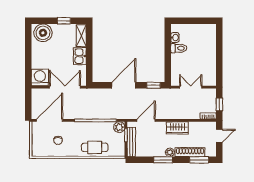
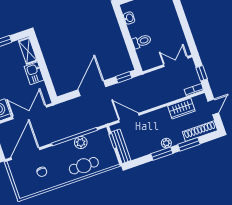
toilet: (179, 48) -> (142, 41), moved
double door: (191, 87) -> (176, 61), moved
door: (146, 120) -> (129, 118), hinge flipped
plant: (119, 127) -> (81, 142), moved
wardrobe: (177, 128) -> (181, 109), moved
shoe rack: (190, 152) -> (200, 131), moved
window: (199, 160) -> (189, 144), moved

